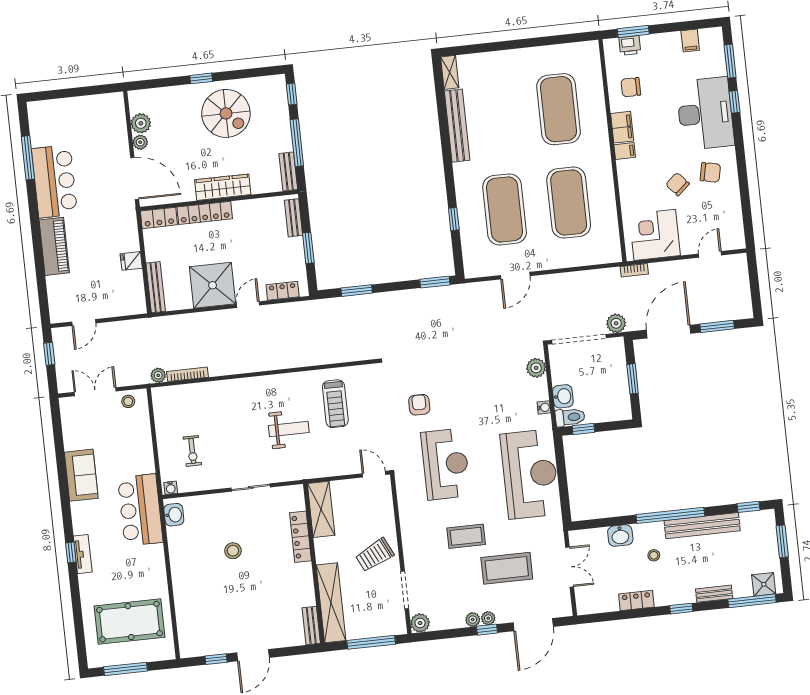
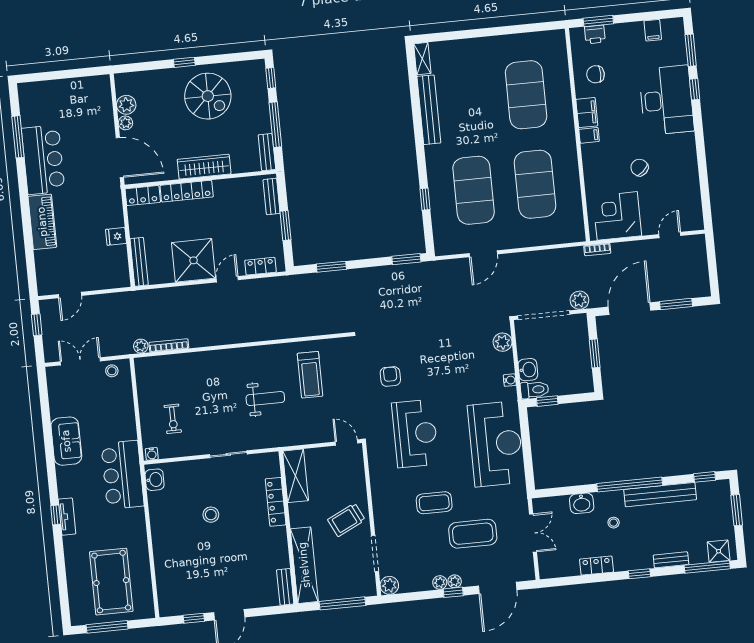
chair: (710, 172) -> (671, 157), removed
pool table: (130, 622) -> (111, 582), turned 90

